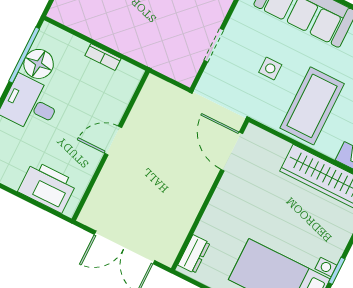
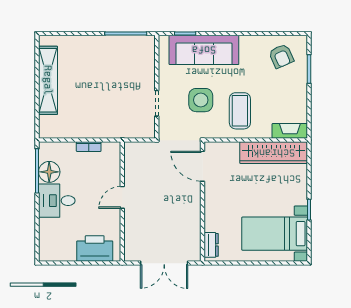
side table: (270, 68) -> (201, 100), width x1.87, depth x1.87
coffee table: (312, 106) -> (240, 111), width x0.73, depth x0.76

